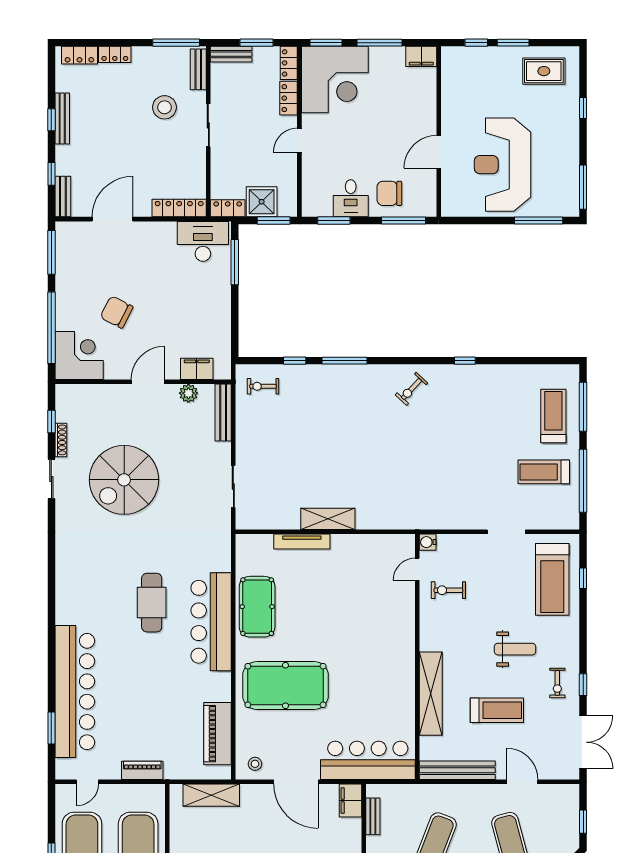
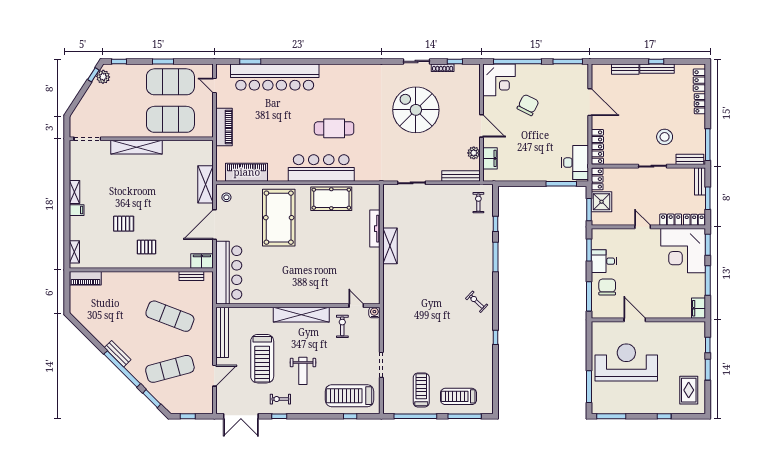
window: (51, 174) -> (620, 61), removed
bench: (63, 197) -> (625, 69), moved
treadmill: (553, 416) -> (458, 396), turned 180
shelving: (431, 694) -> (301, 315), moved
treadmill: (497, 710) -> (262, 359), width x1.37, depth x1.38
piano: (142, 770) -> (224, 127), width x1.37, depth x1.33
shelving: (211, 795) -> (206, 184), moved

